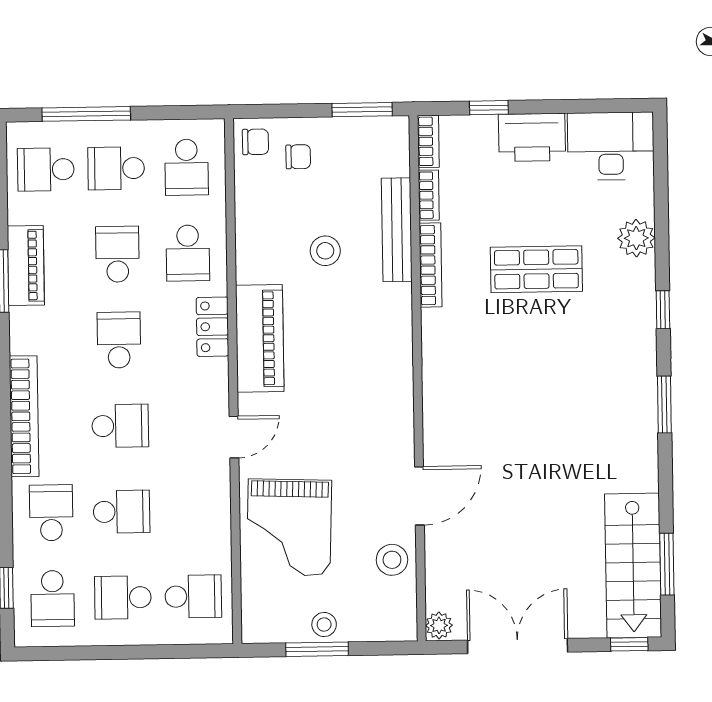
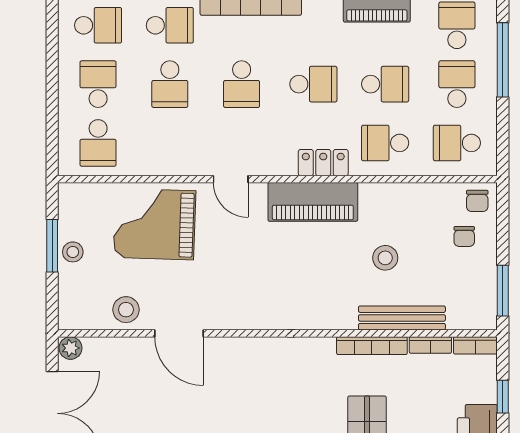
school desk: (53, 599) -> (98, 25), turned 180

